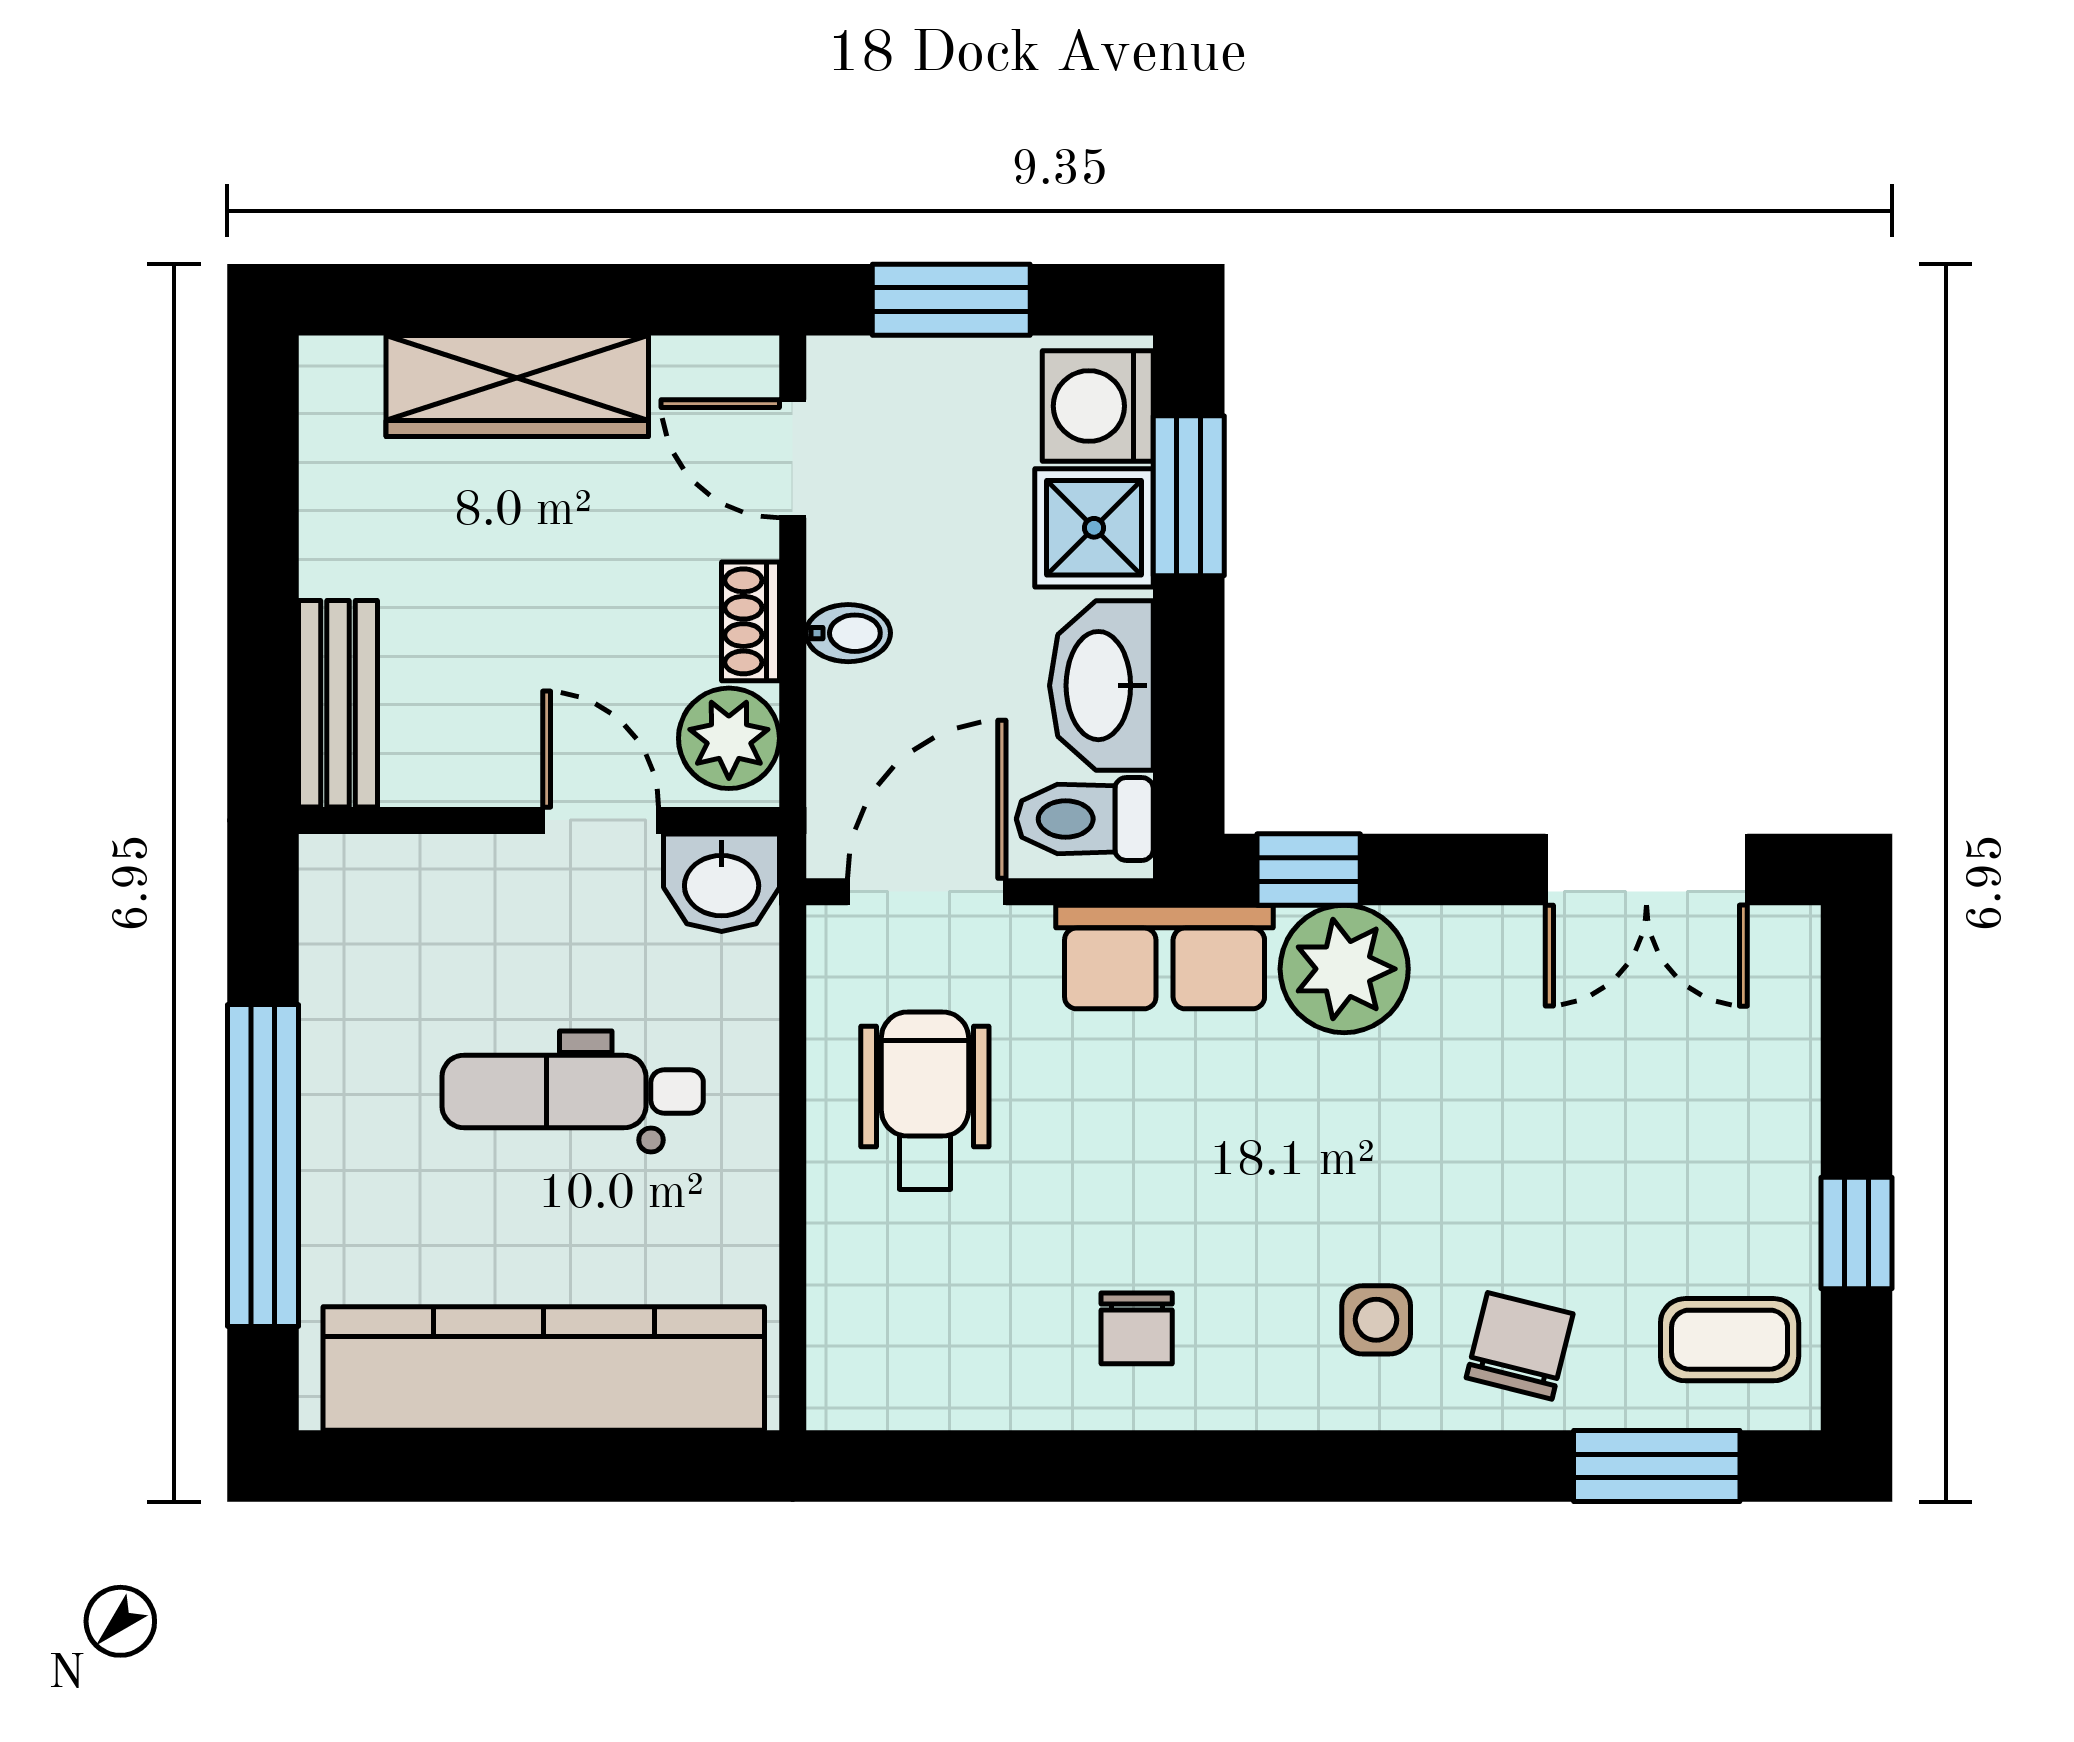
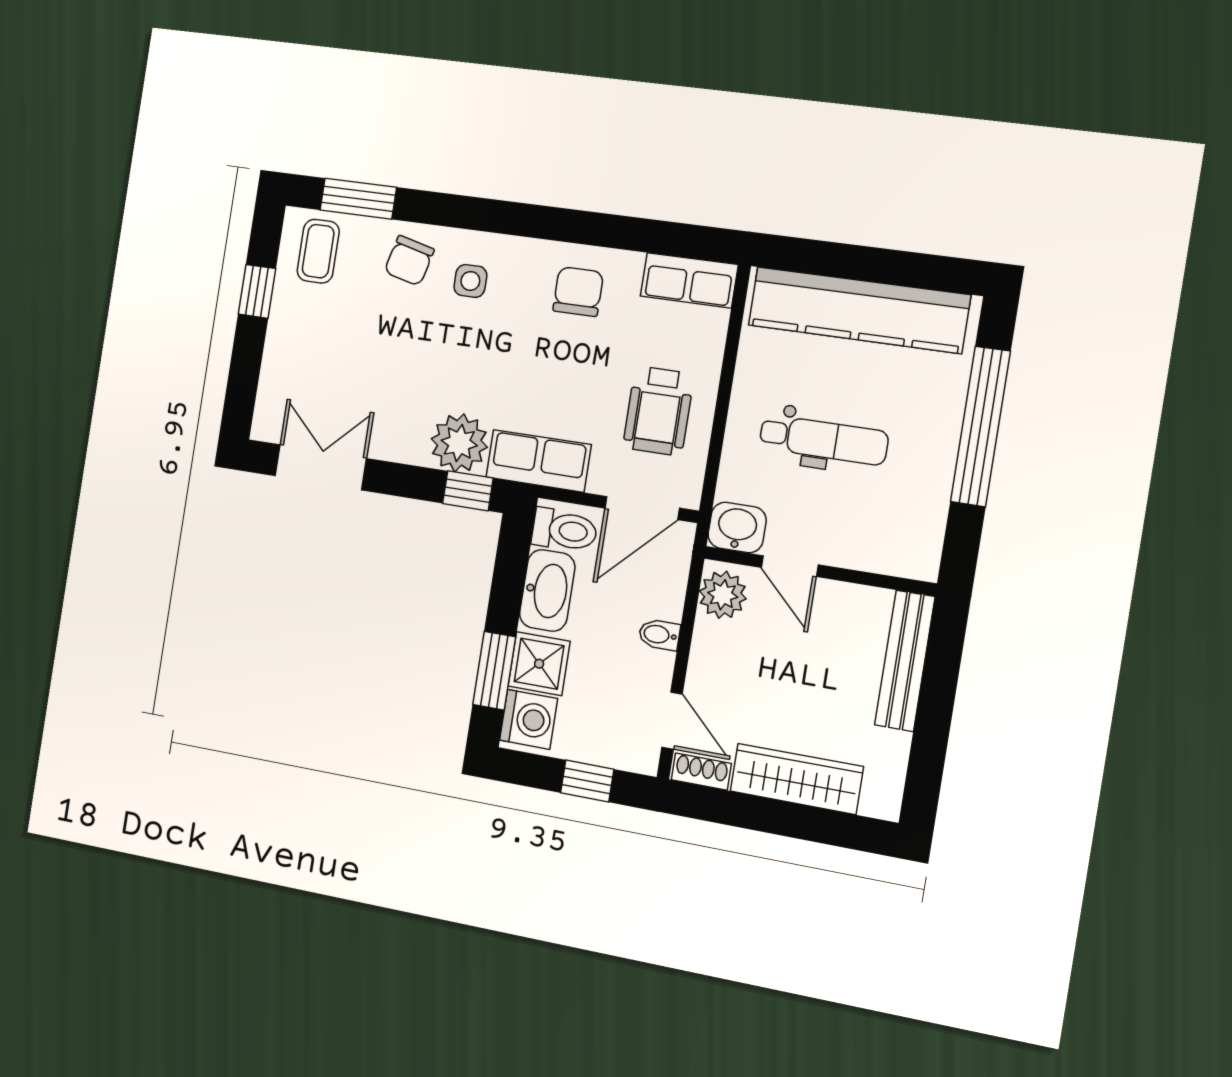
window: (951, 300) -> (587, 781), width x0.67
shoe rack: (750, 621) -> (701, 772), moved, turned -90
bench: (338, 704) -> (905, 661), width x1.36
chair: (1137, 1328) -> (578, 292), width x1.37, depth x1.37
coffee table: (1730, 1340) -> (318, 251), turned 90
row of seats: (904, 1383) -> (689, 280), added

